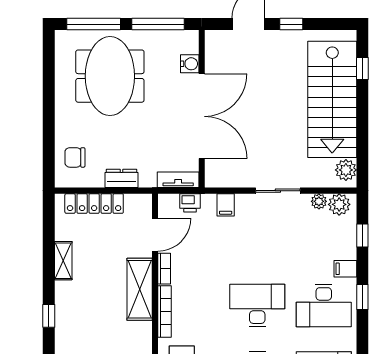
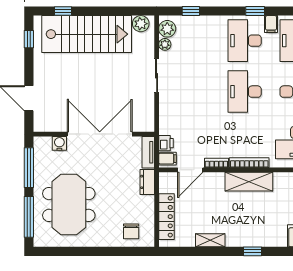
window: (291, 24) -> (29, 39), moved
meeting table: (110, 76) -> (69, 204), turned 90
dresser: (121, 178) -> (147, 182), moved
filing cabinet: (226, 205) -> (167, 159), moved
door: (155, 235) -> (190, 170), swing flipped
filing cabinet: (345, 269) -> (271, 24), moved
shelving: (140, 289) -> (249, 182), moved
window: (362, 297) -> (255, 11), moved
desk: (324, 306) -> (245, 41), turned 180

